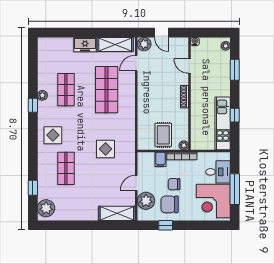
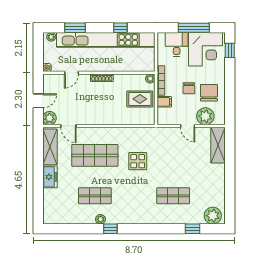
kitchen unit: (223, 123) -> (106, 40), width x1.86
display table: (53, 135) -> (140, 209), removed
display table: (106, 149) -> (138, 161), moved
chair: (170, 204) -> (209, 93), turned 180
window: (166, 225) -> (230, 50), moved

